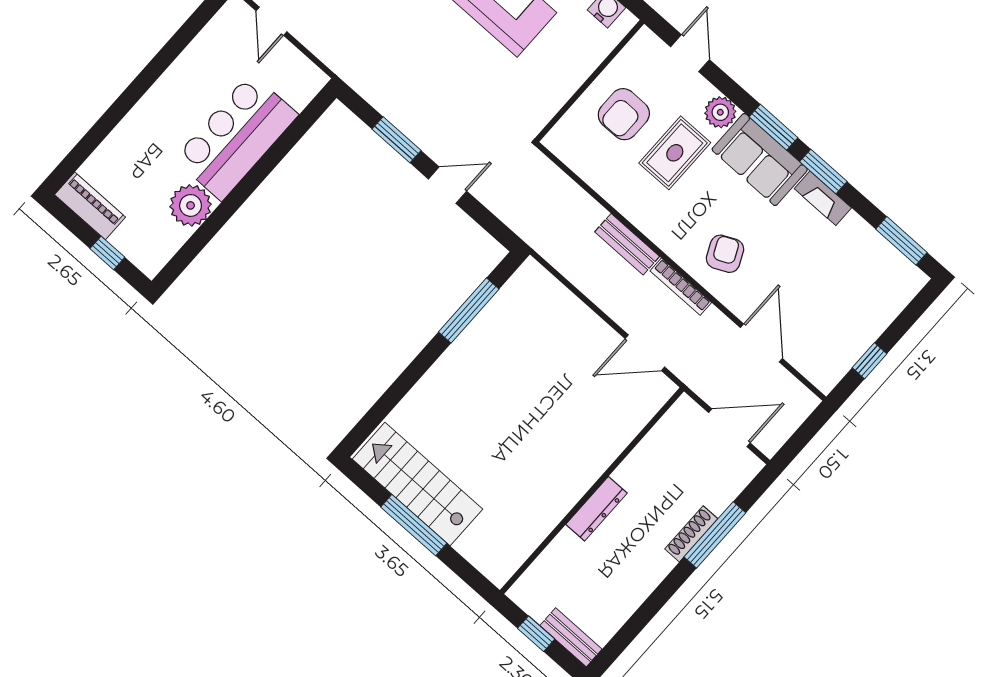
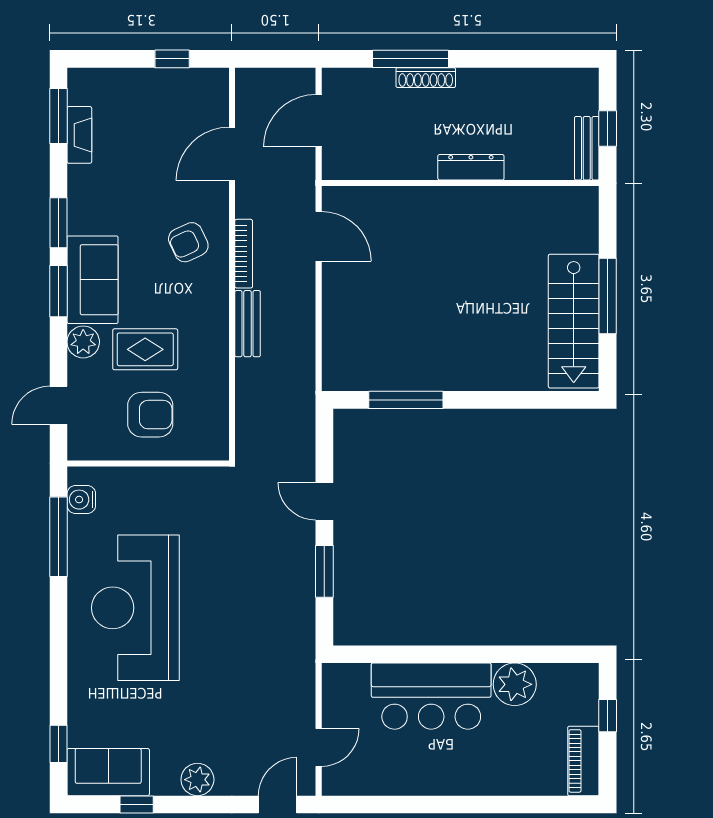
fireplace: (823, 198) -> (79, 135), moved
door: (729, 428) -> (319, 121), hinge flipped
bench: (571, 637) -> (587, 148), moved

